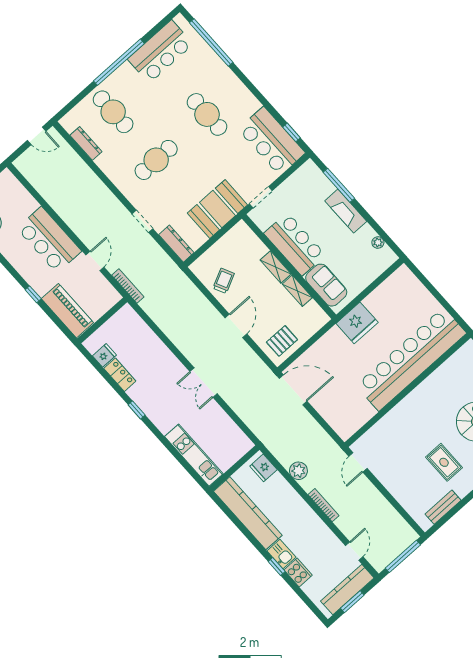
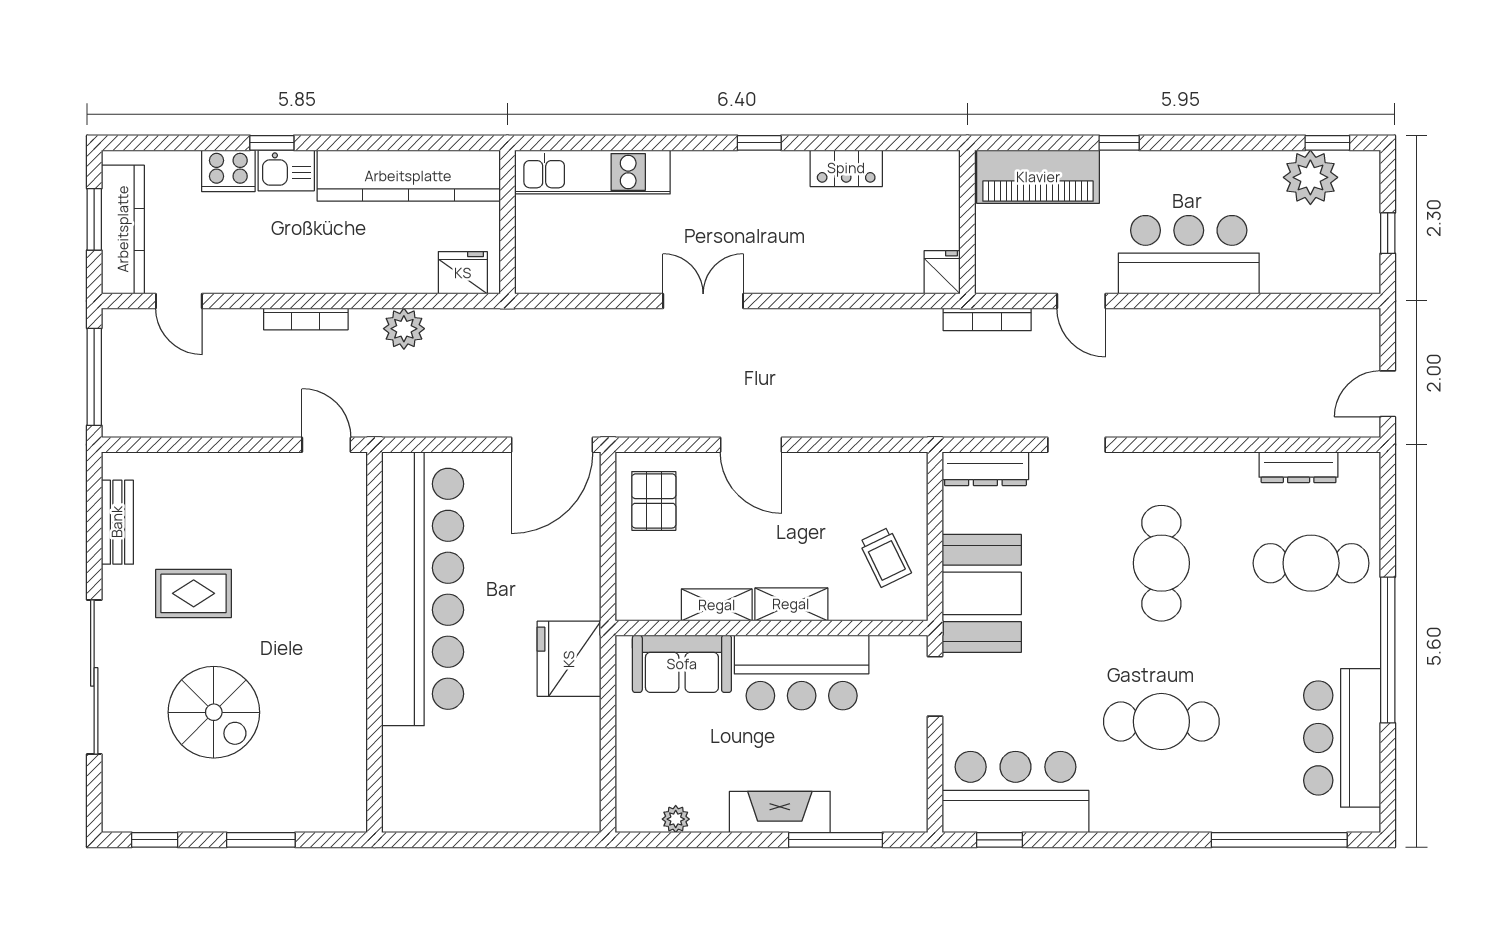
trolley: (224, 281) -> (885, 557), moved
fridge: (104, 355) -> (942, 272), moved, turned 180
bar counter: (411, 359) -> (423, 589), moved

